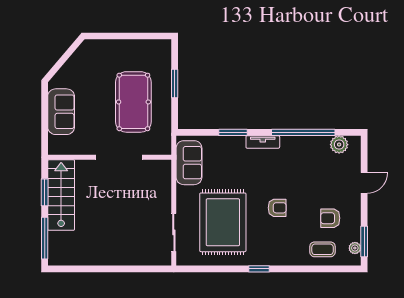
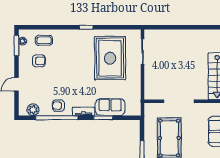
sofa: (189, 163) -> (110, 107), moved, turned 90
armchair: (277, 208) -> (59, 106), moved

